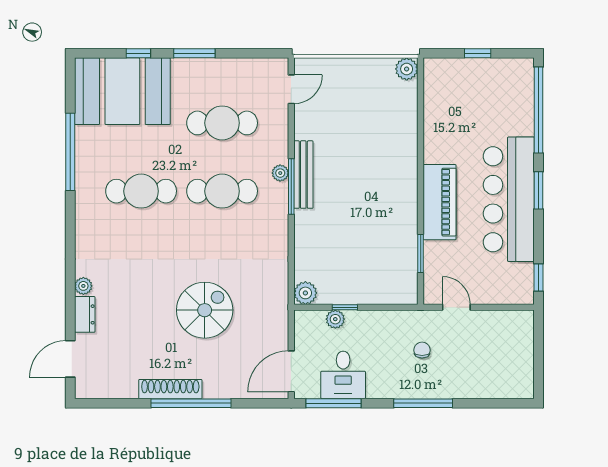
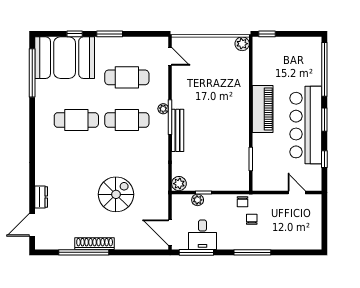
window: (478, 53) -> (267, 34), moved
door: (291, 89) -> (170, 56), hinge flipped
window: (70, 152) -> (32, 73), moved
bench: (303, 175) -> (178, 130), moved
piano: (440, 202) -> (263, 109), moved
window: (538, 278) -> (324, 159), moved
plant: (83, 286) -> (40, 179), removed
door: (456, 307) -> (297, 192), moved
chair: (407, 322) -> (242, 202), added
door: (291, 371) -> (170, 233), hinge flipped
window: (191, 403) -> (84, 252), moved

